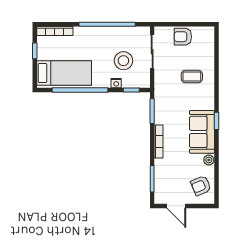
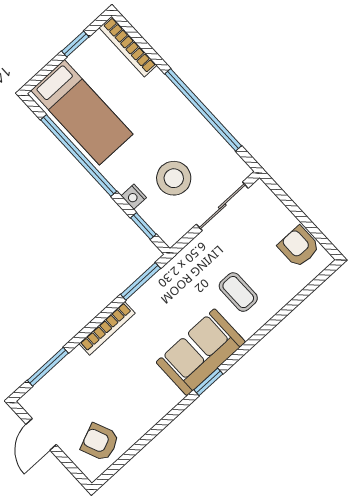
armchair: (183, 37) -> (299, 247), moved
sofa: (202, 132) -> (201, 352), moved
plant: (209, 160) -> (145, 421), removed

